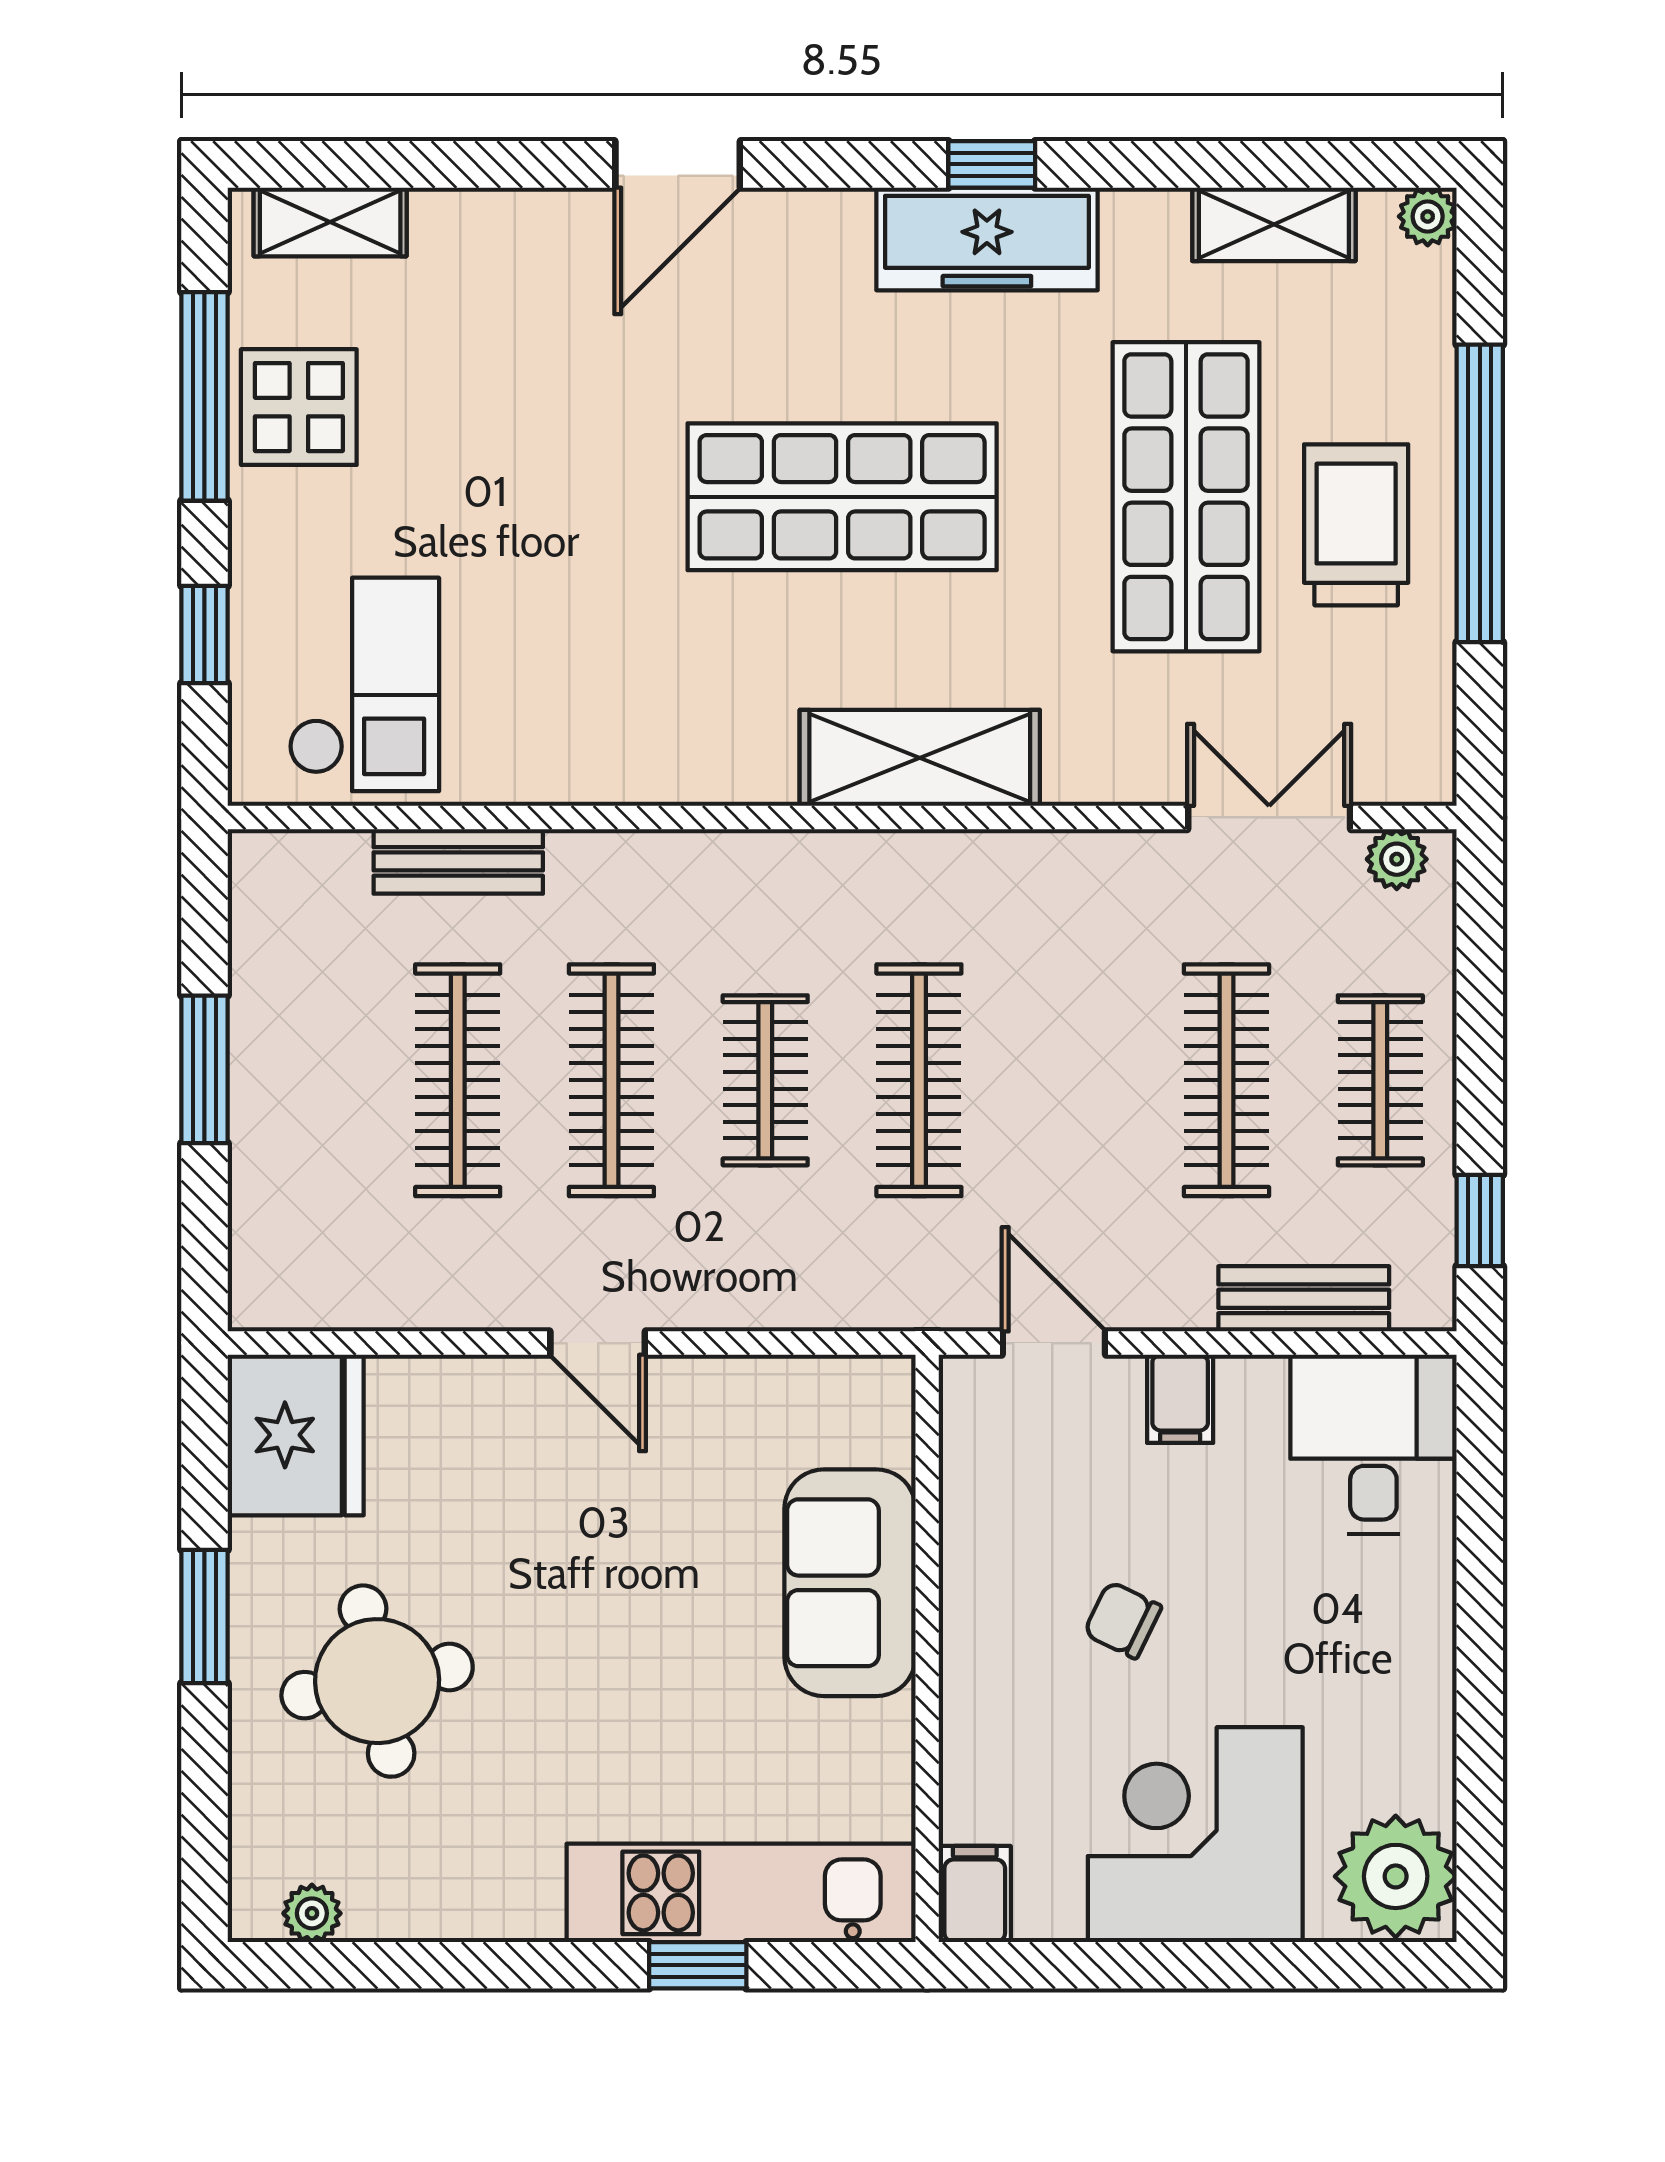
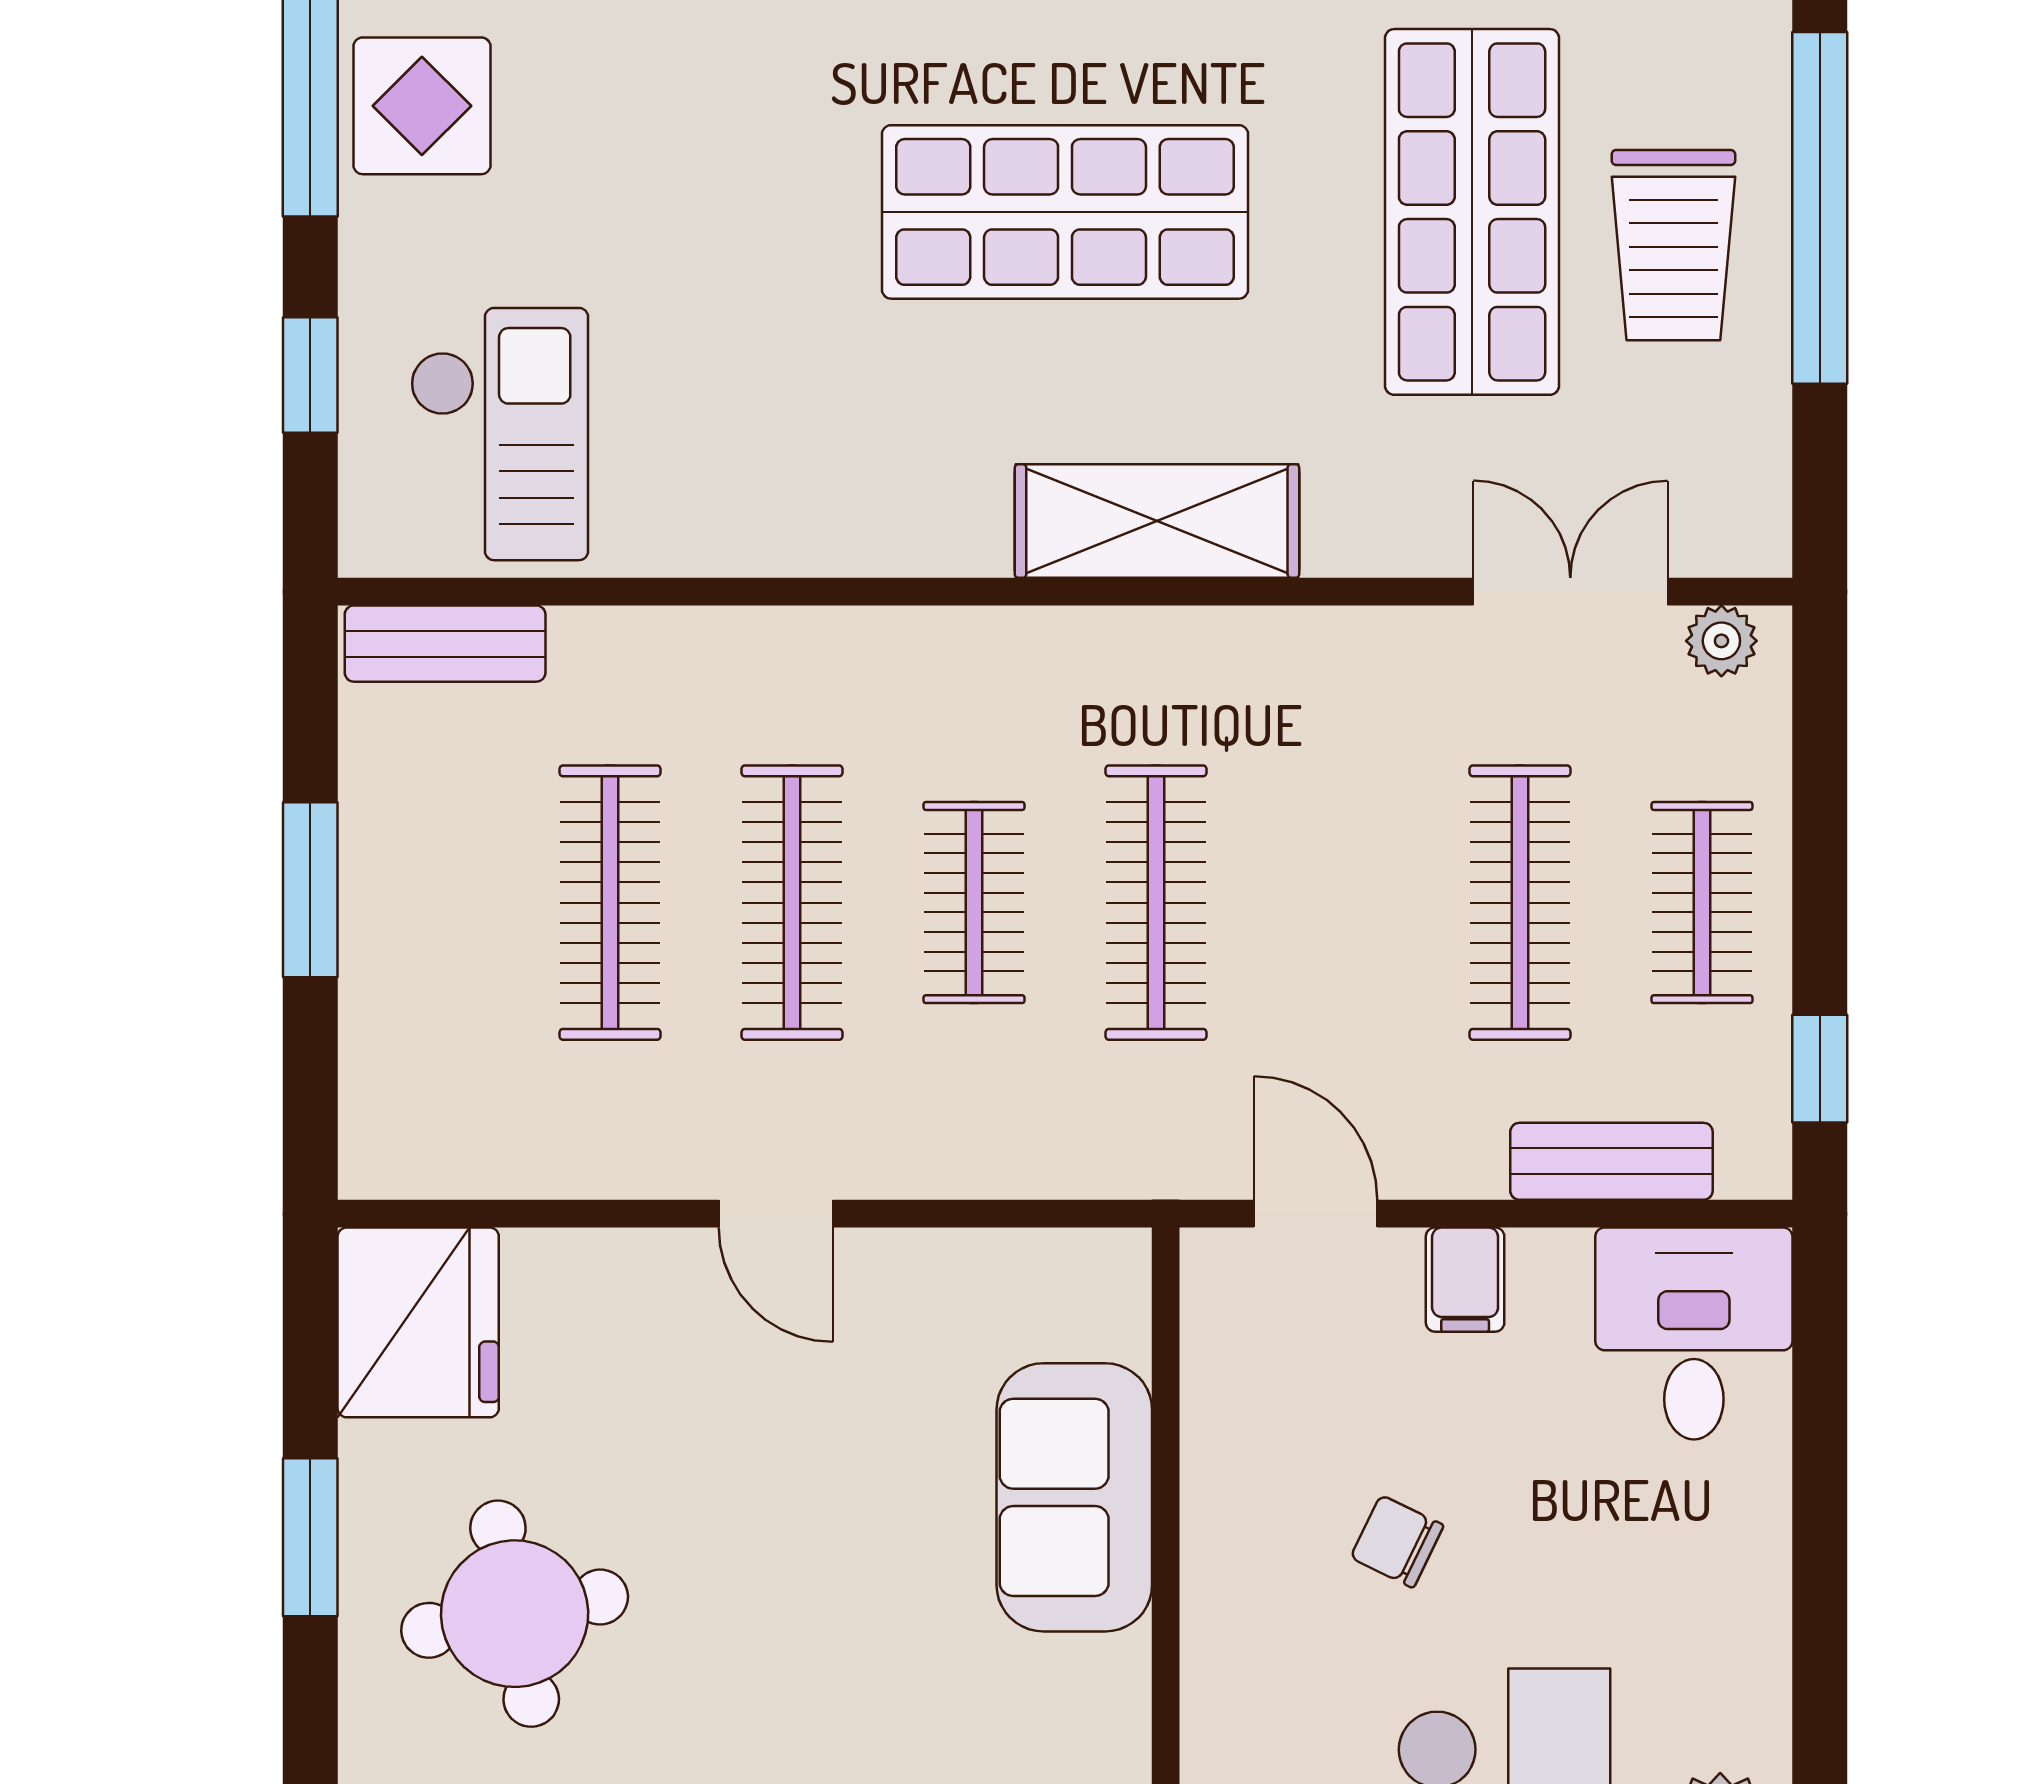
trolley: (1356, 525) -> (1673, 245), turned 180
bench: (458, 861) -> (445, 644), moved

